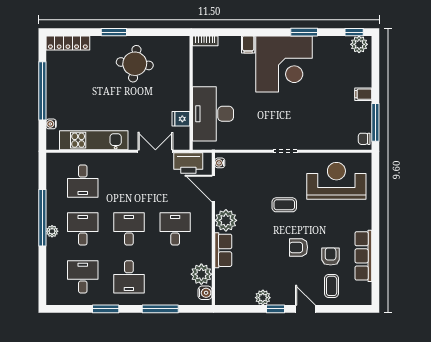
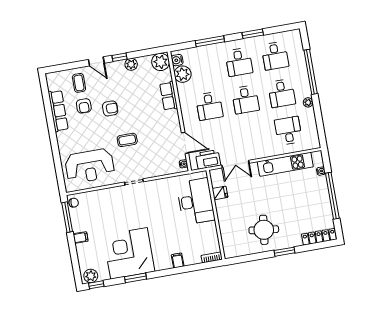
corner desk: (284, 64) -> (129, 253), moved
window: (42, 218) -> (311, 72), moved
plant: (226, 220) -> (161, 62), moved
plant: (52, 231) -> (308, 102), moved
desk: (129, 277) -> (239, 62), turned 180

